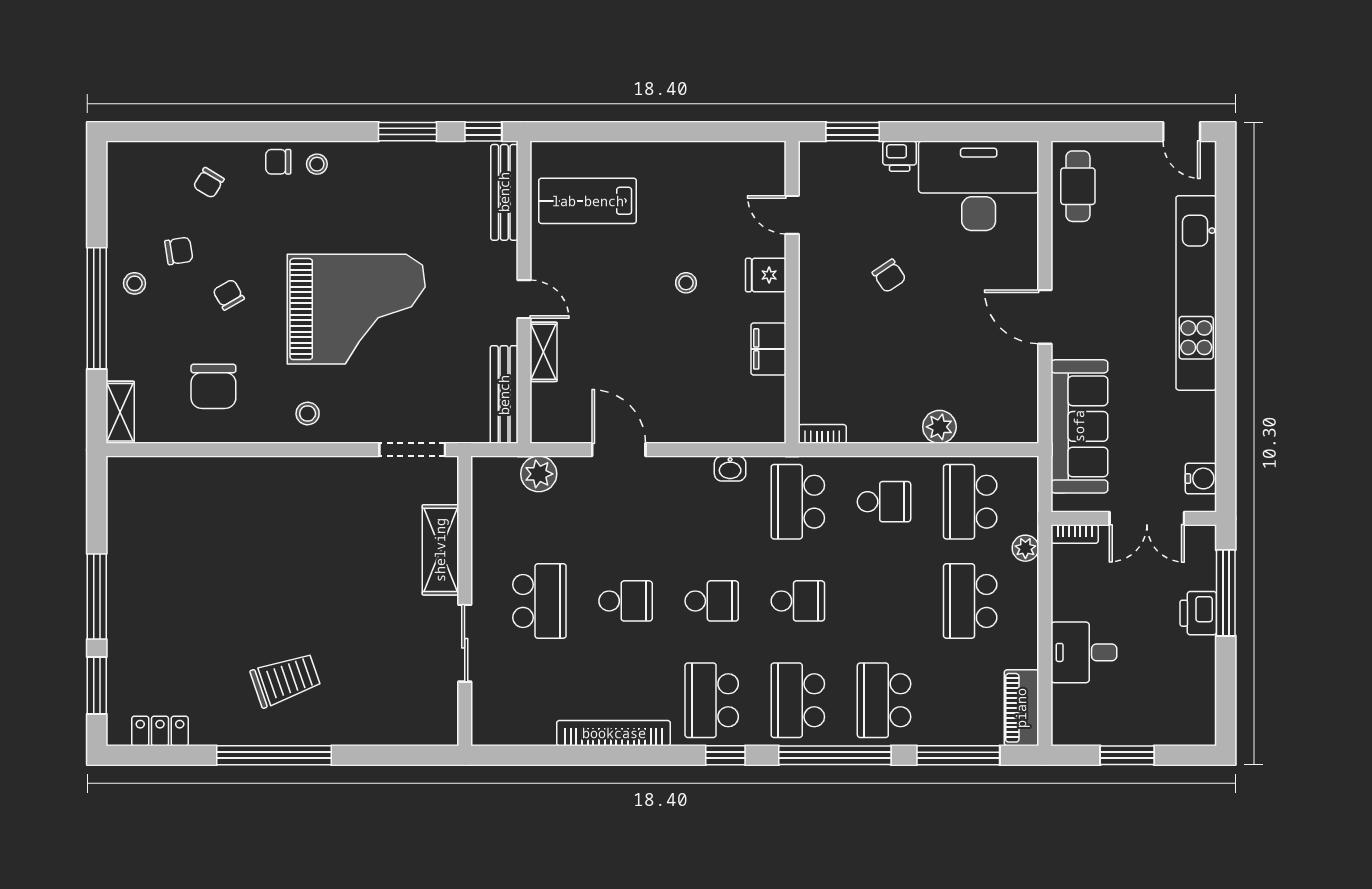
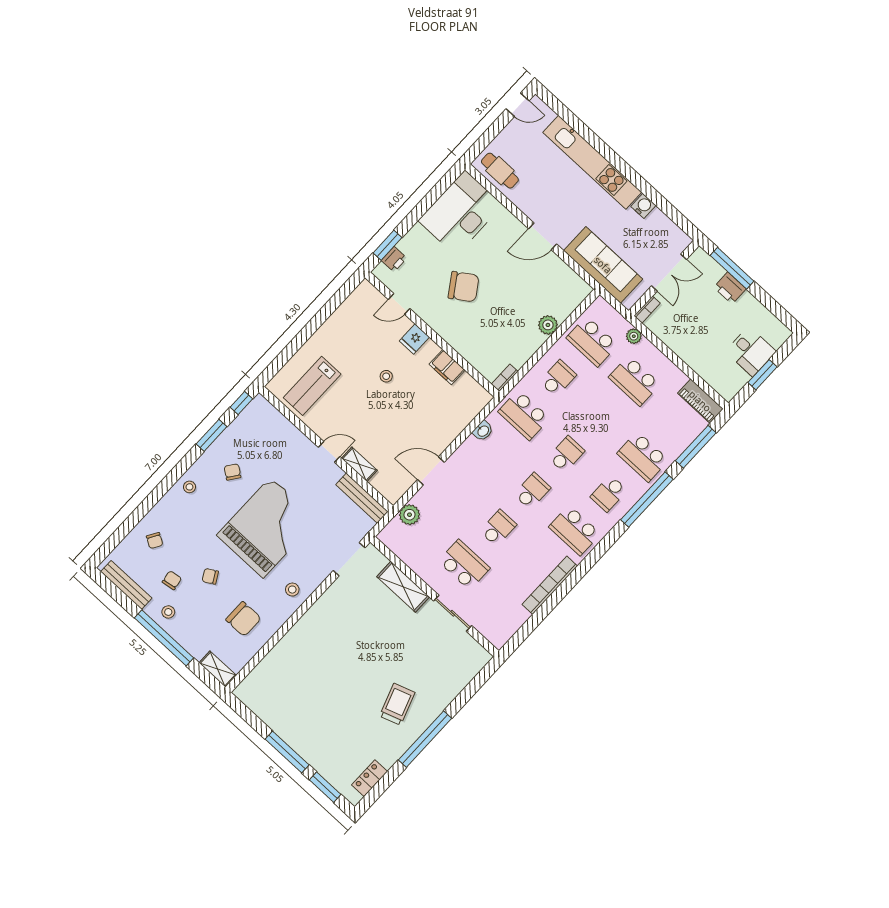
printer: (900, 156) -> (394, 259), moved
chair: (278, 162) -> (232, 472), moved, turned 126
bench: (504, 192) -> (126, 585), moved
chair: (889, 276) -> (464, 287), width x1.87, depth x1.87
water cooler: (1201, 478) -> (643, 206), moved
desk: (1084, 652) -> (751, 351), moved, turned -90
school desk: (798, 700) -> (609, 494), width x0.54
window: (725, 755) -> (604, 546), removed

